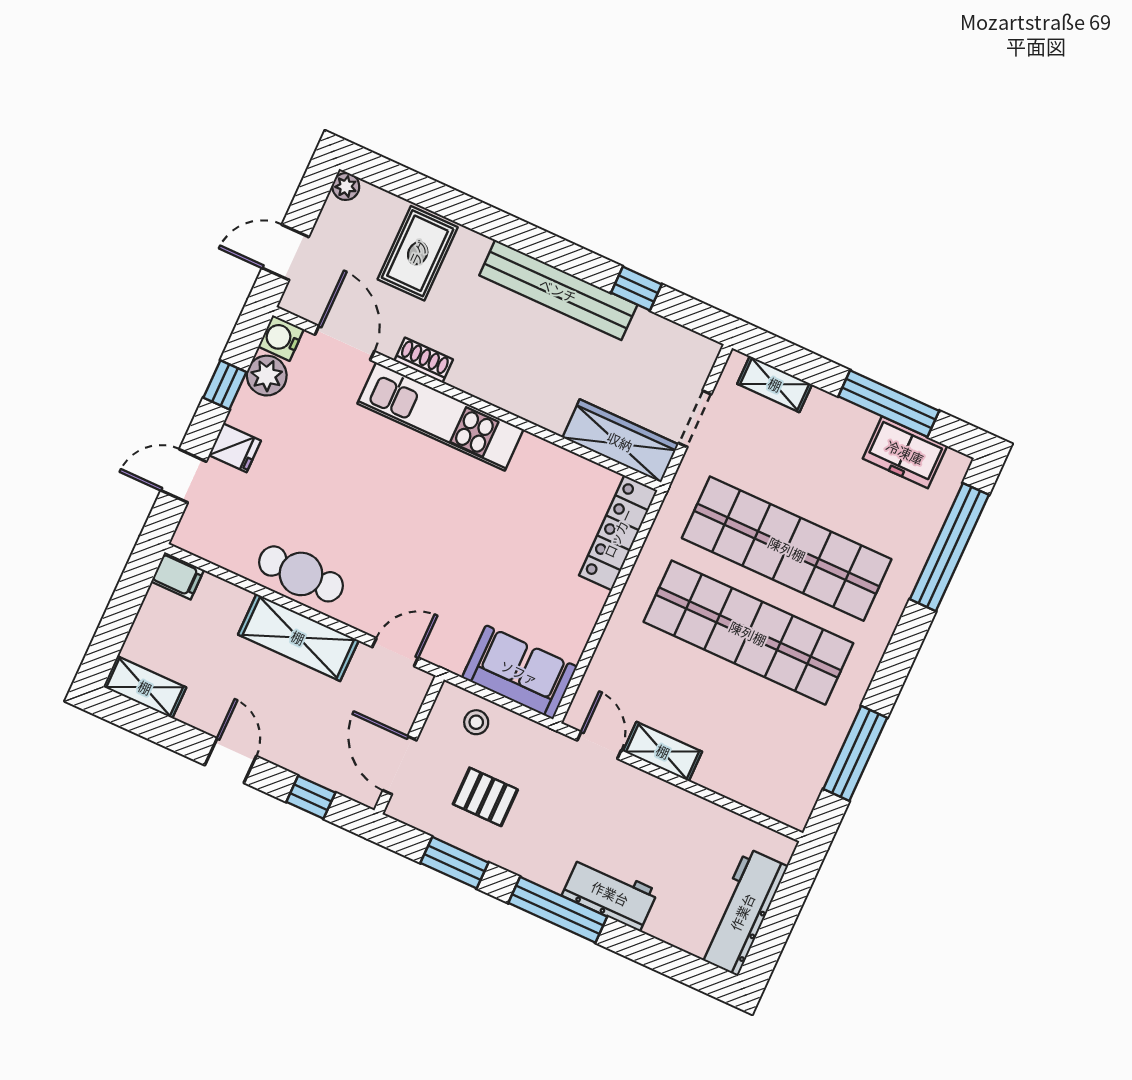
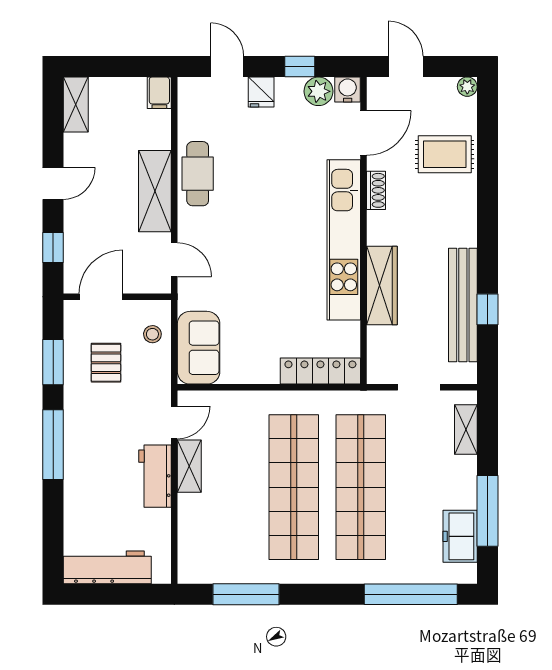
bench: (558, 290) -> (463, 305), moved
kitchen unit: (440, 416) -> (344, 240), width x1.36
wardrobe: (620, 441) -> (382, 286), moved
workbench: (610, 893) -> (155, 476), moved, turned 180

